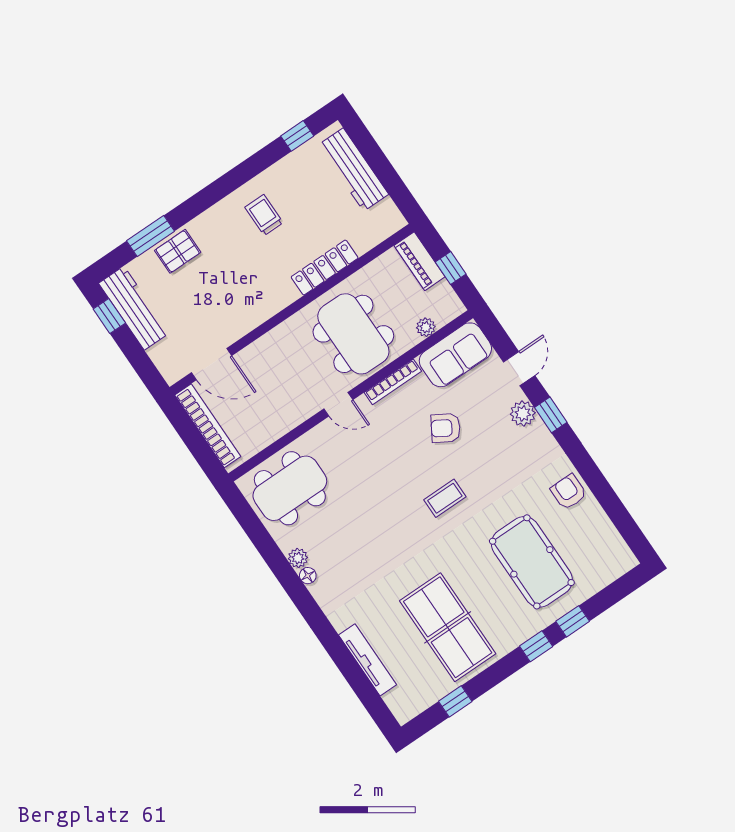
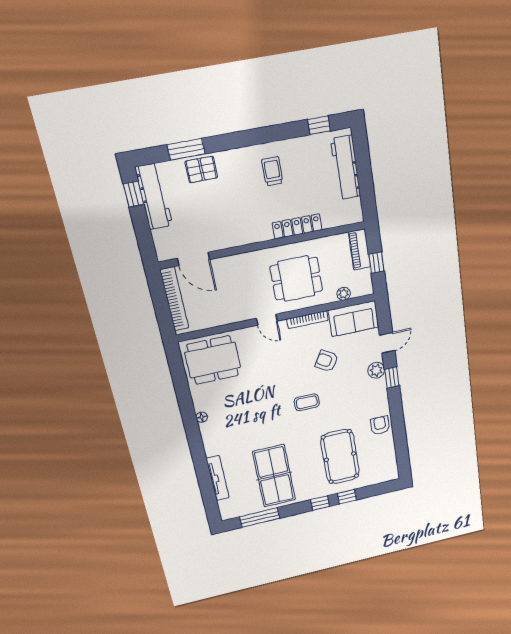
dining table: (353, 334) -> (296, 279), width x0.73
plant: (298, 558) -> (200, 404), removed
window: (455, 701) -> (260, 517), width x2.17

